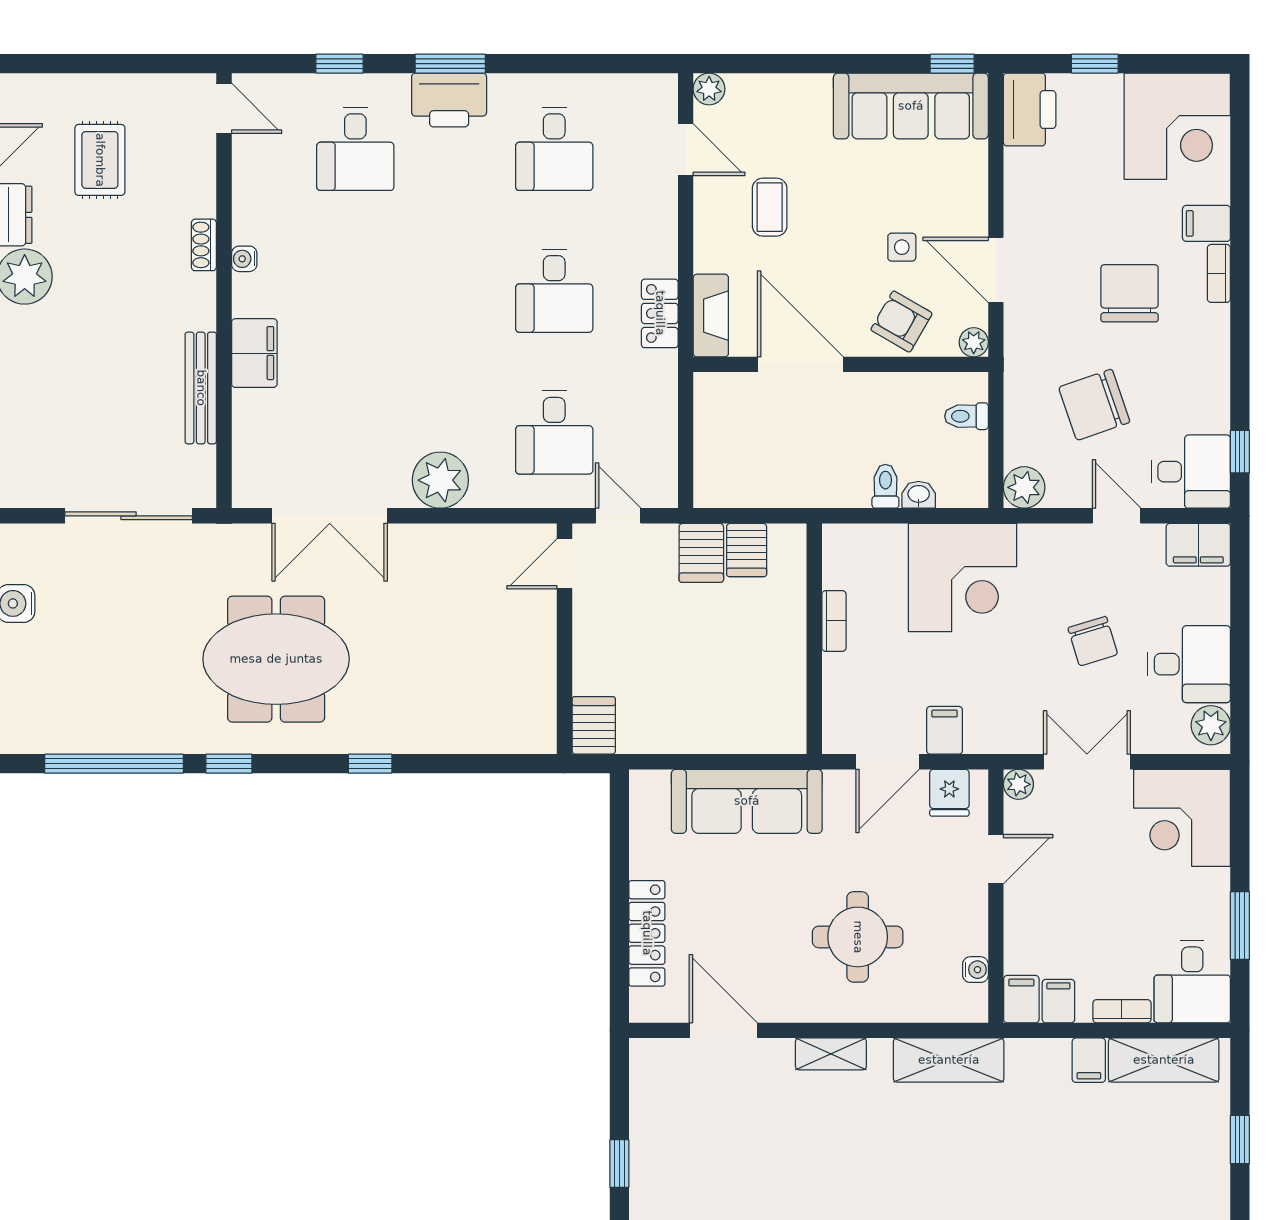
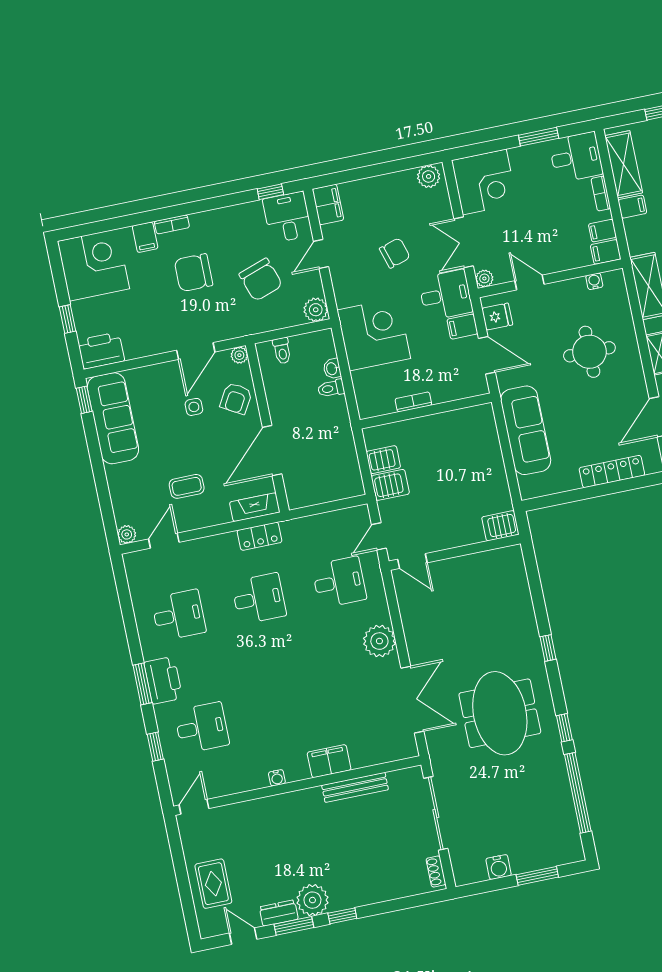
rug: (100, 160) -> (213, 884), moved, turned 90
shoe rack: (204, 245) -> (436, 871), moved, turned 90
desk: (1189, 664) -> (446, 295), moved, turned 90

